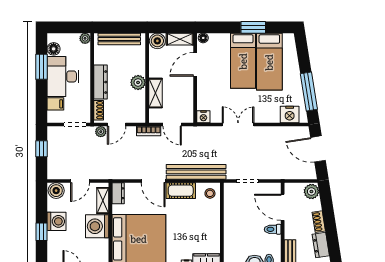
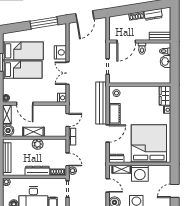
shelving: (156, 93) -> (33, 132), moved
nightstand: (290, 114) -> (60, 52), moved
plant: (311, 191) -> (115, 21), removed

